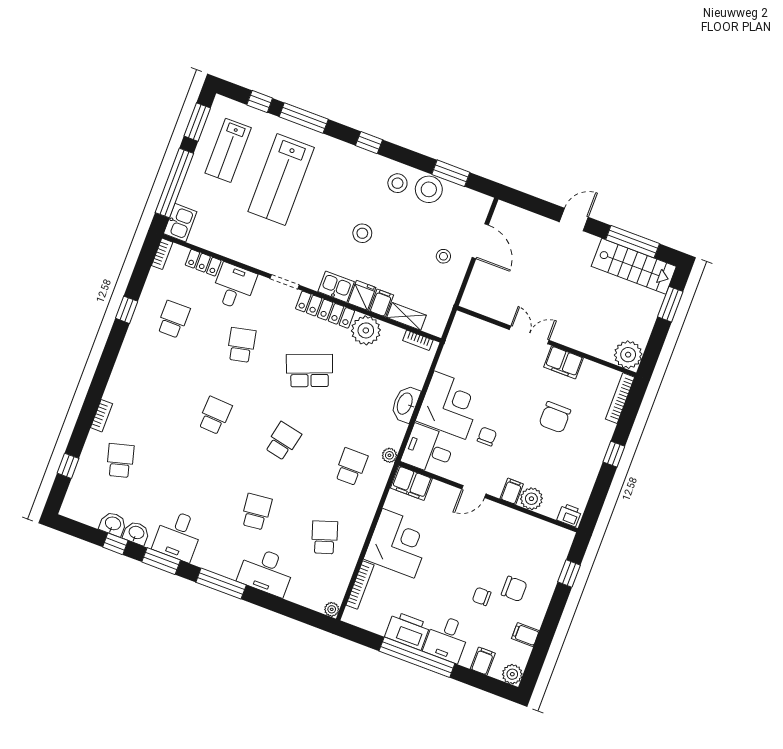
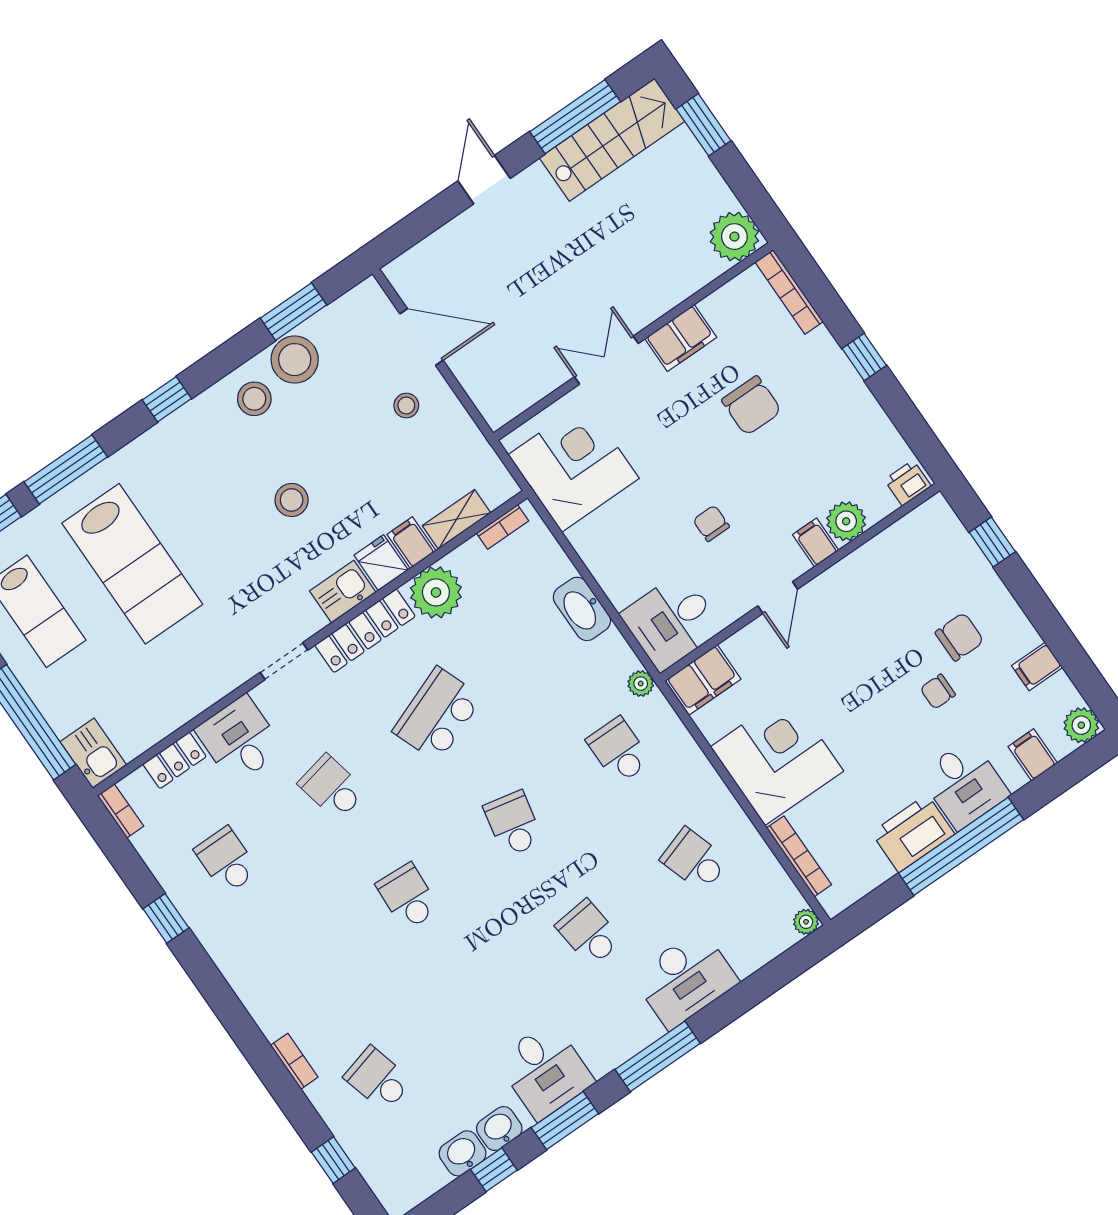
corner desk: (450, 405) -> (574, 467), moved

